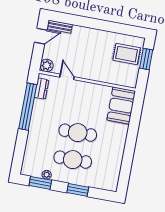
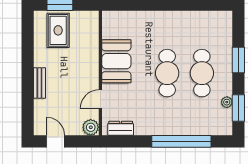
bench: (60, 27) -> (39, 83), moved
booth: (121, 106) -> (116, 61), moved, turned 90
window: (28, 107) -> (181, 141), moved

